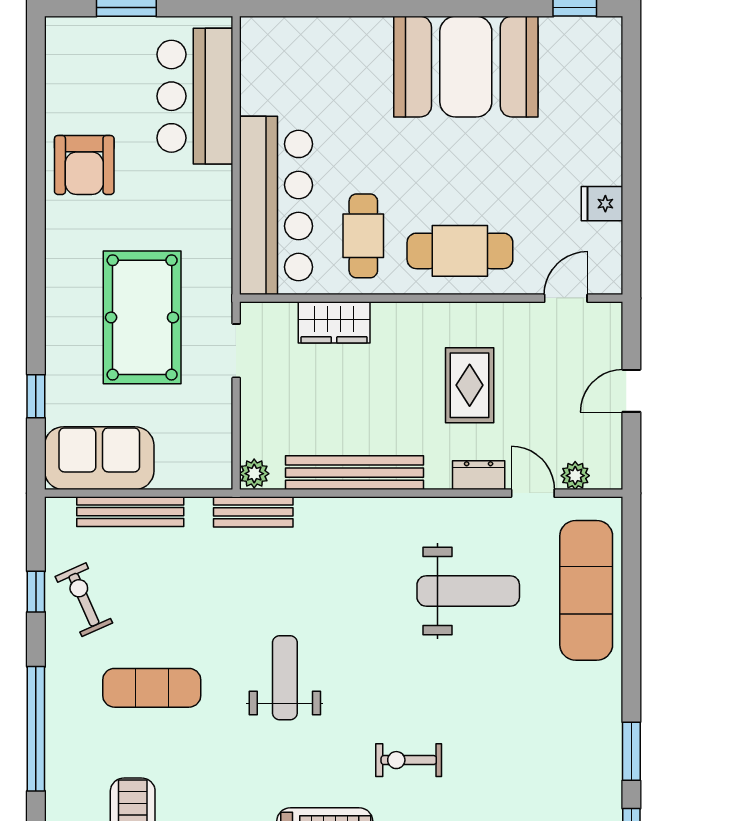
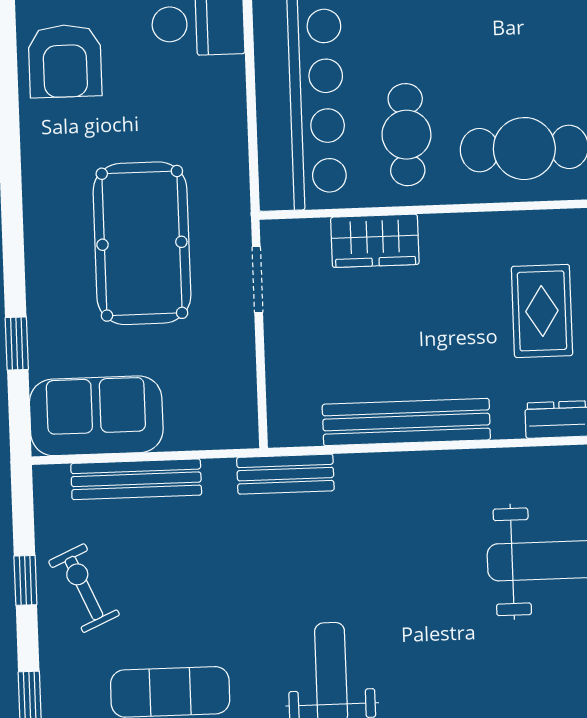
plant: (254, 474) -> (285, 428), removed

